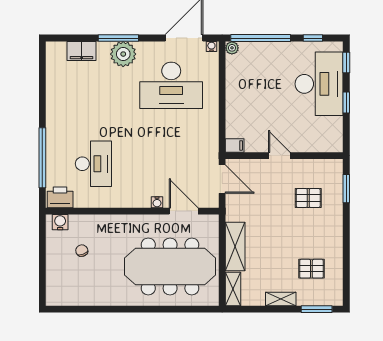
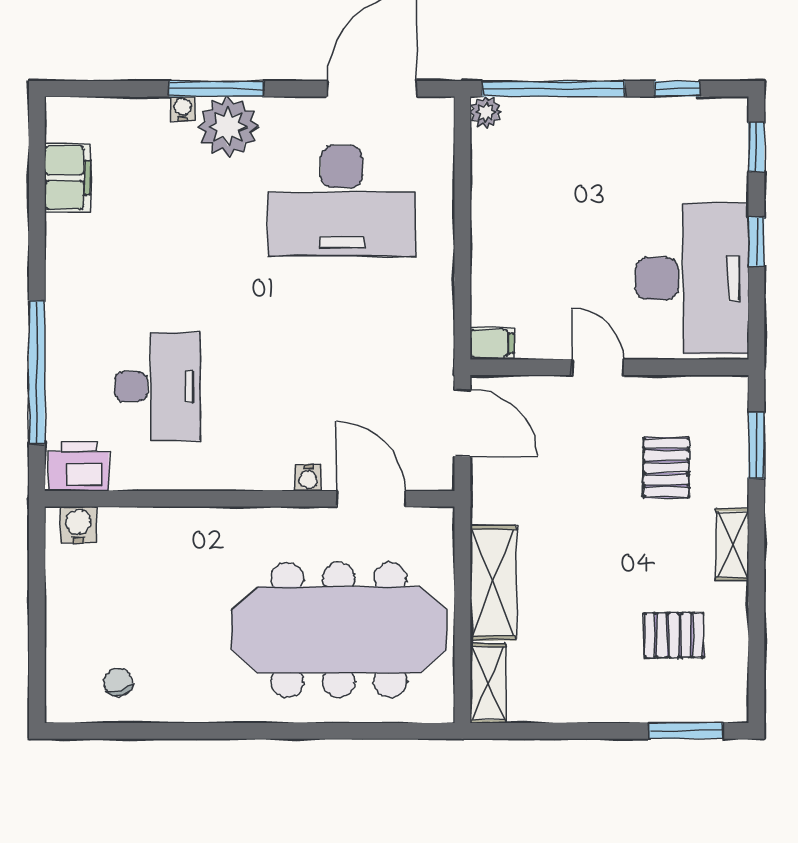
water cooler: (211, 46) -> (183, 109), moved
filing cabinet: (82, 51) -> (67, 178), moved, turned -90
desk: (319, 84) -> (692, 278), moved
pallet: (308, 198) -> (666, 468), turned 90
chair: (82, 251) -> (118, 682), moved
shelving: (281, 299) -> (732, 544), moved, turned 90

